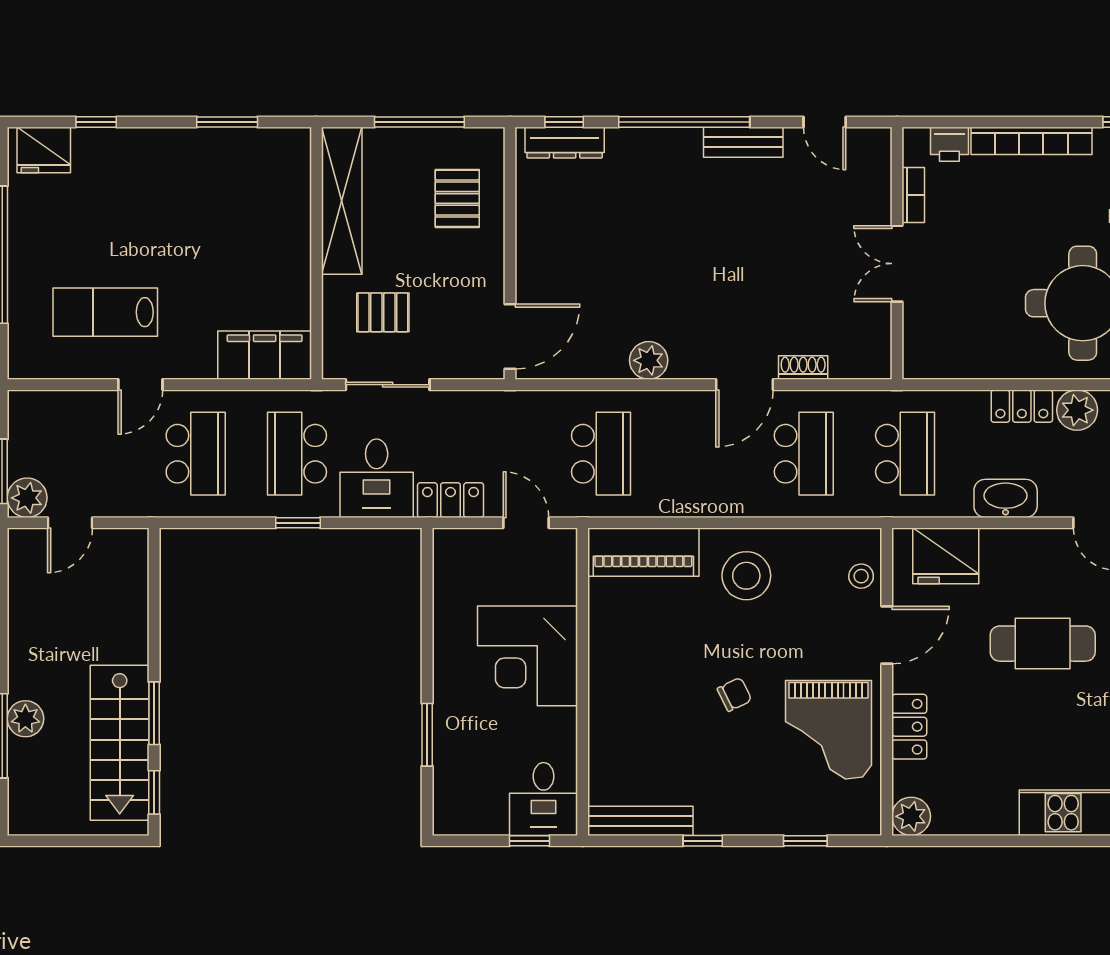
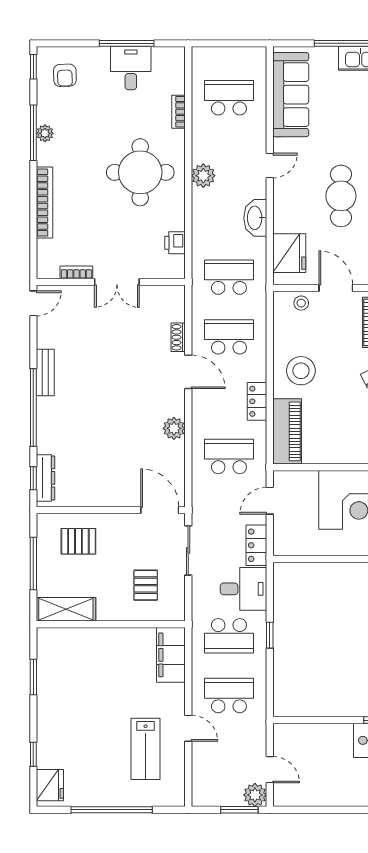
door: (825, 122) -> (33, 303), moved
printer: (949, 144) -> (175, 243), moved, turned 180
shelving: (342, 201) -> (66, 609), width x0.68
sliding door: (388, 385) -> (188, 550), moved
locker: (1022, 406) -> (257, 401), moved, turned 180

